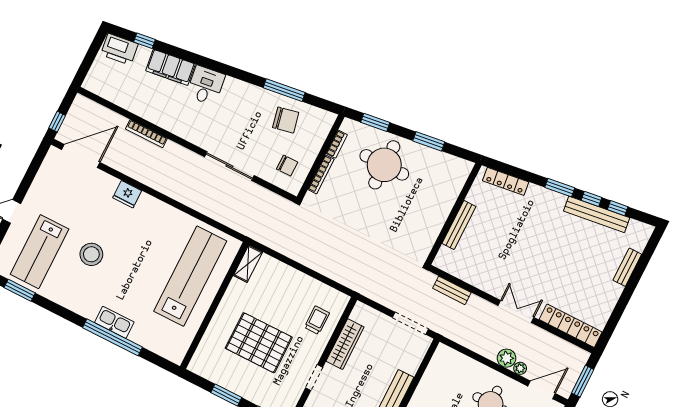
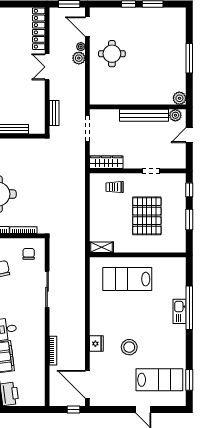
stool: (91, 254) -> (129, 347), moved
lab bench: (190, 276) -> (127, 279), width x0.73
wardrobe: (345, 344) -> (106, 162), moved

